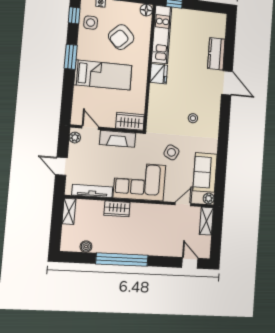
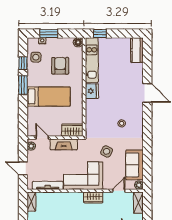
window: (74, 15) -> (23, 63), moved
armchair: (121, 37) -> (60, 66), turned 134
kitchen counter: (216, 54) -> (137, 50), moved
wardrobe: (117, 209) -> (93, 198), moved

